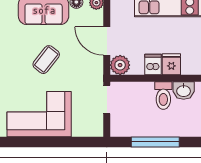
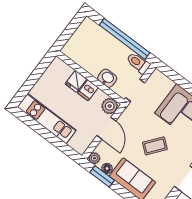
washbasin: (184, 91) -> (107, 78), moved
toilet: (163, 96) -> (138, 63), moved, turned -90
window: (155, 142) -> (125, 39), width x1.46

